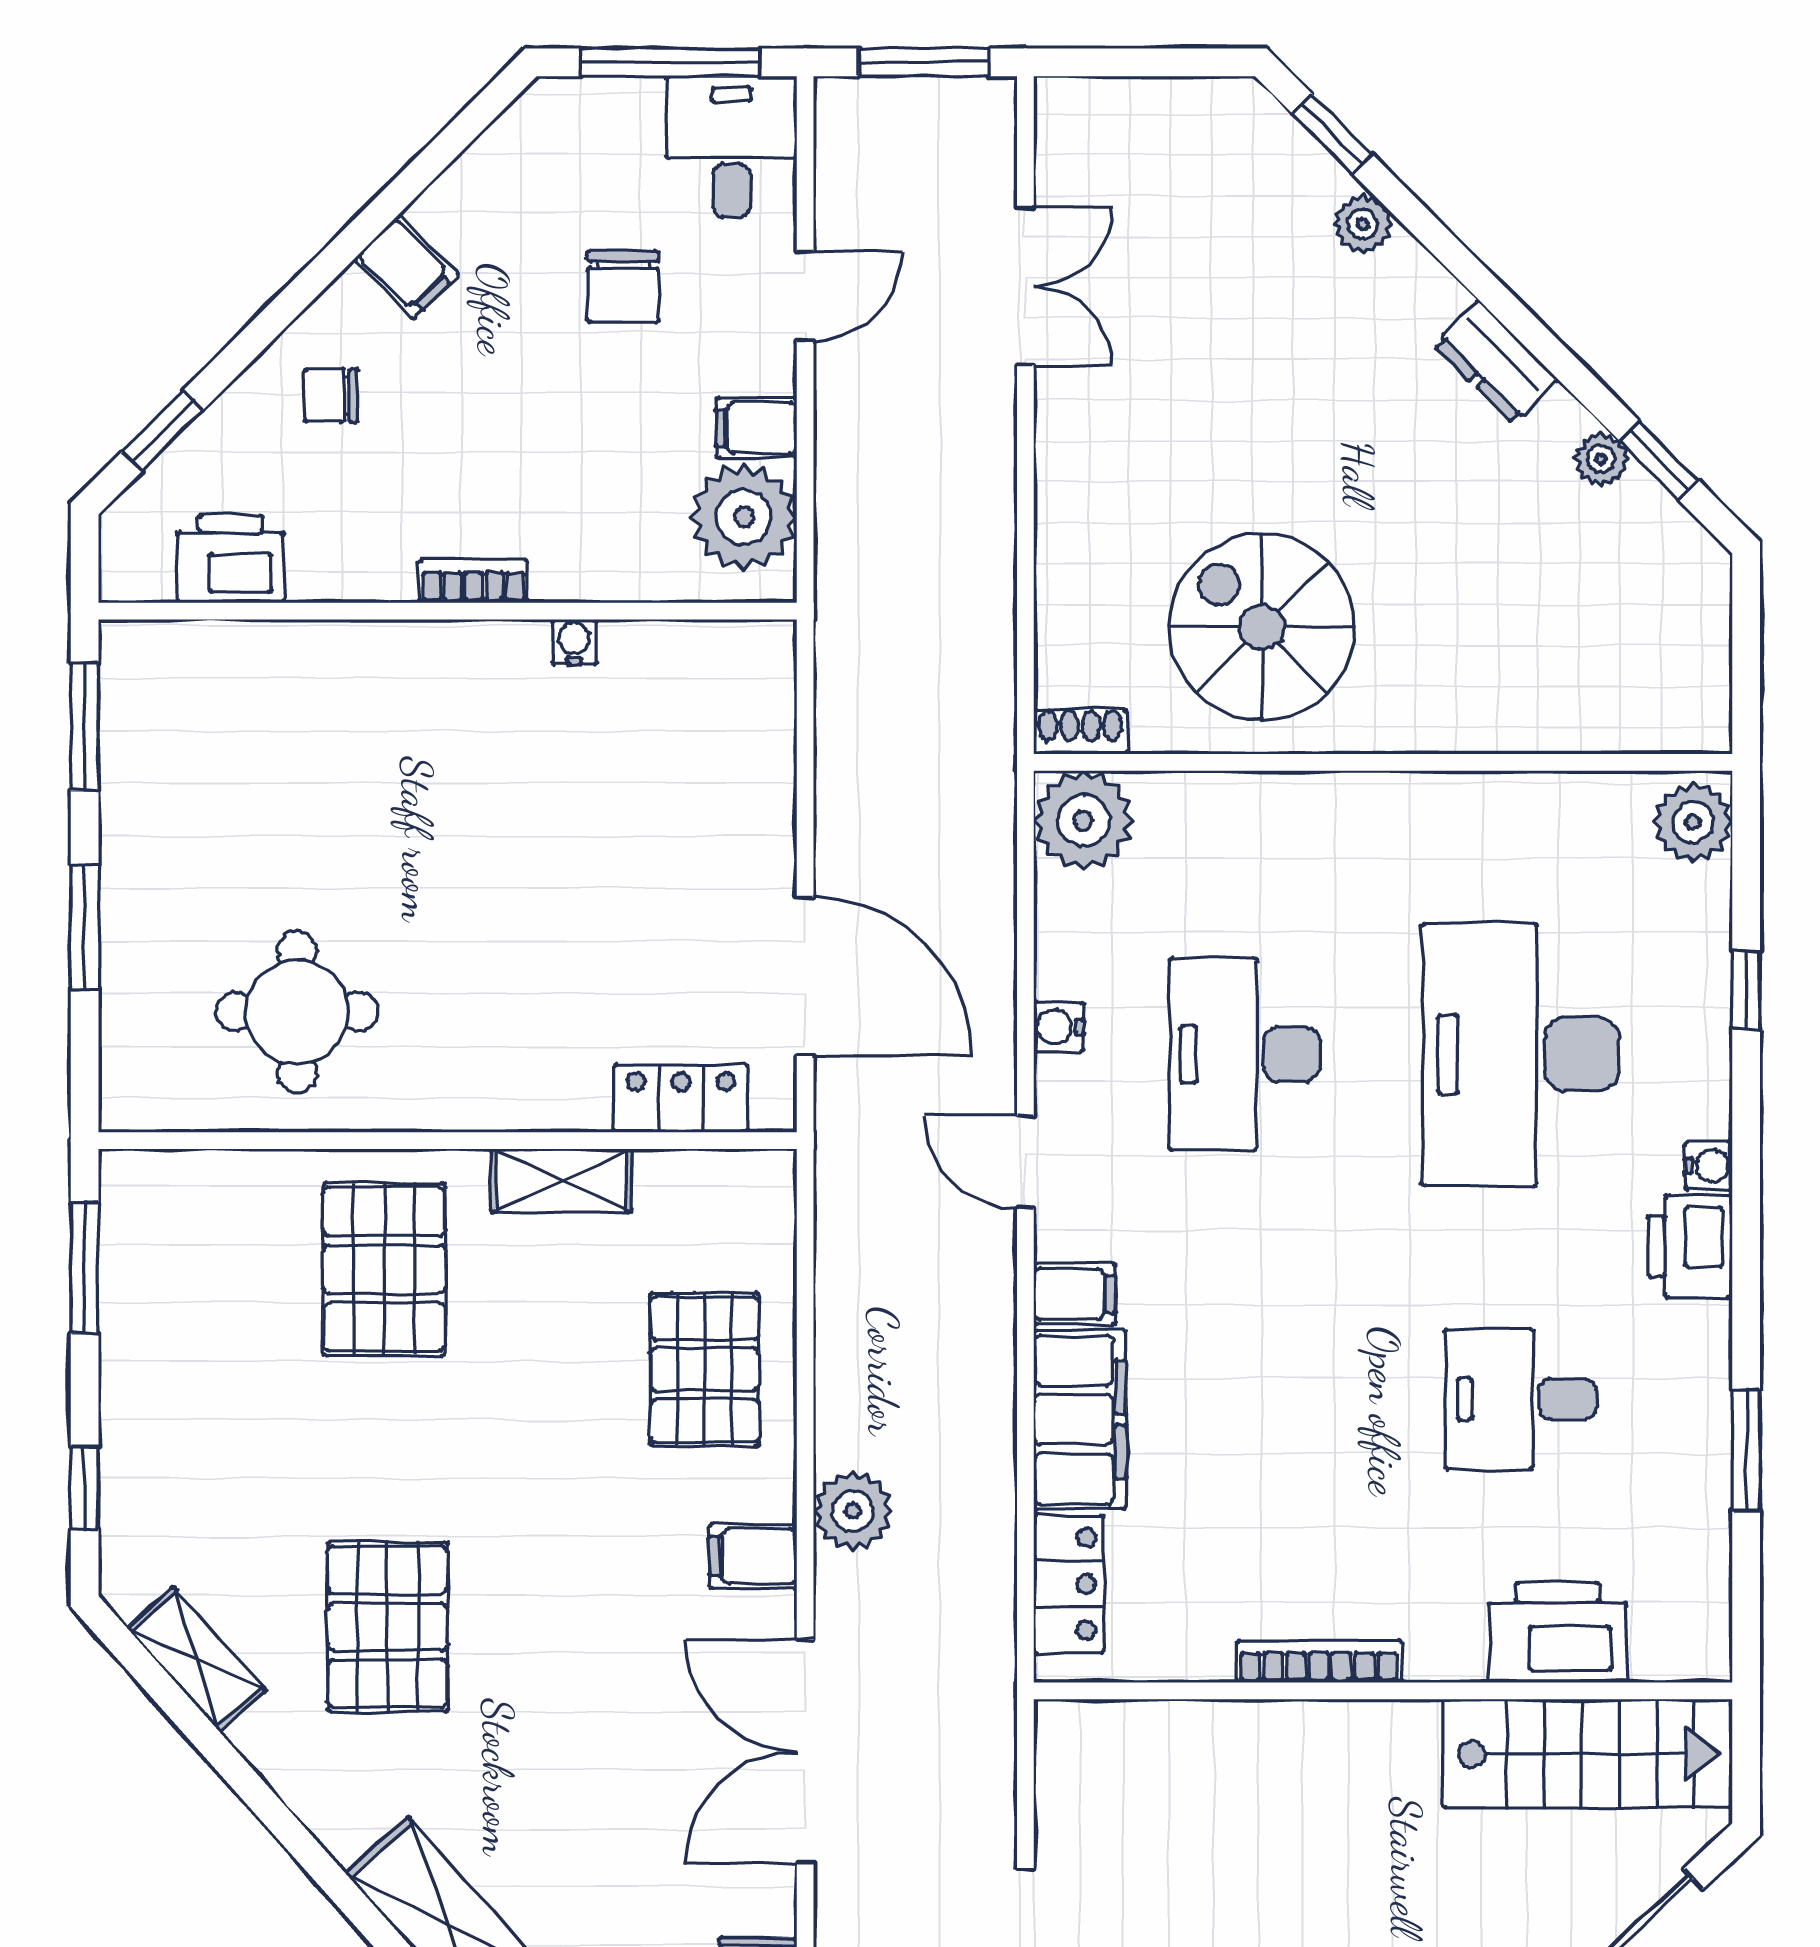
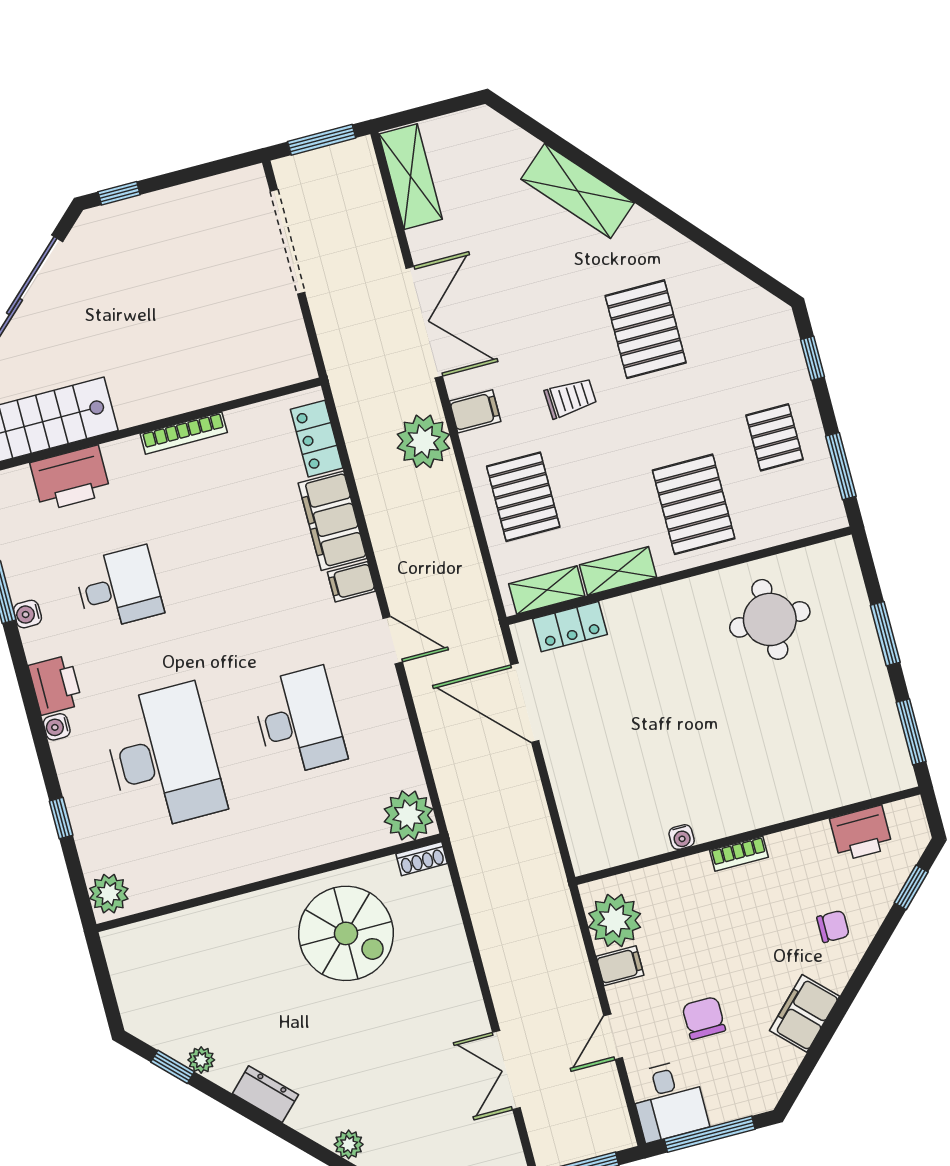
filing cabinet: (406, 267) -> (805, 1013), width x2.00
water cooler: (1058, 1027) -> (27, 614), moved, turned 180
pallet: (196, 1356) -> (775, 437), added
plant: (853, 1511) -> (423, 441), width x1.36, depth x1.36
trolley: (565, 1534) -> (570, 398), added
shelving: (196, 1659) -> (547, 590), moved, turned -48

